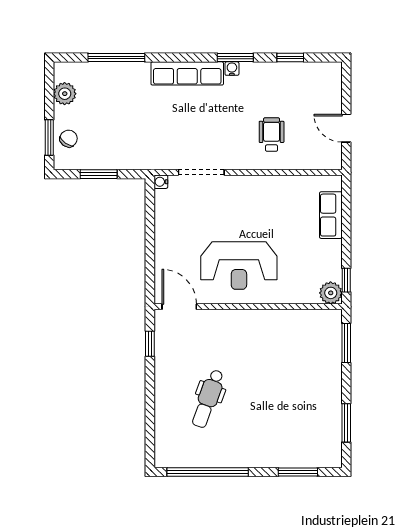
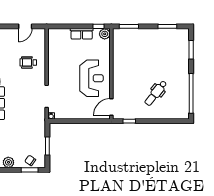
row of seats: (331, 215) -> (82, 34), moved
dental chair: (208, 399) -> (156, 93), turned 109

